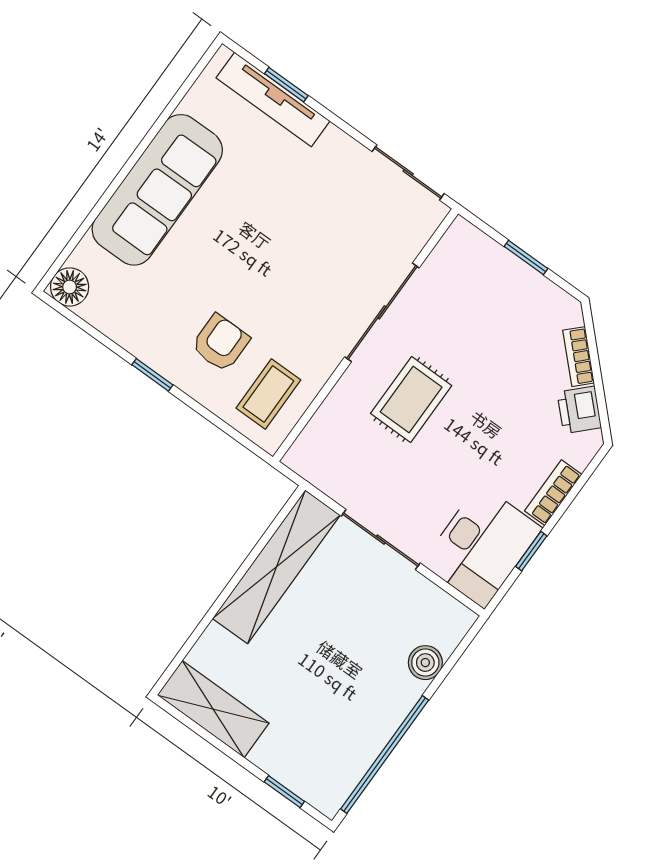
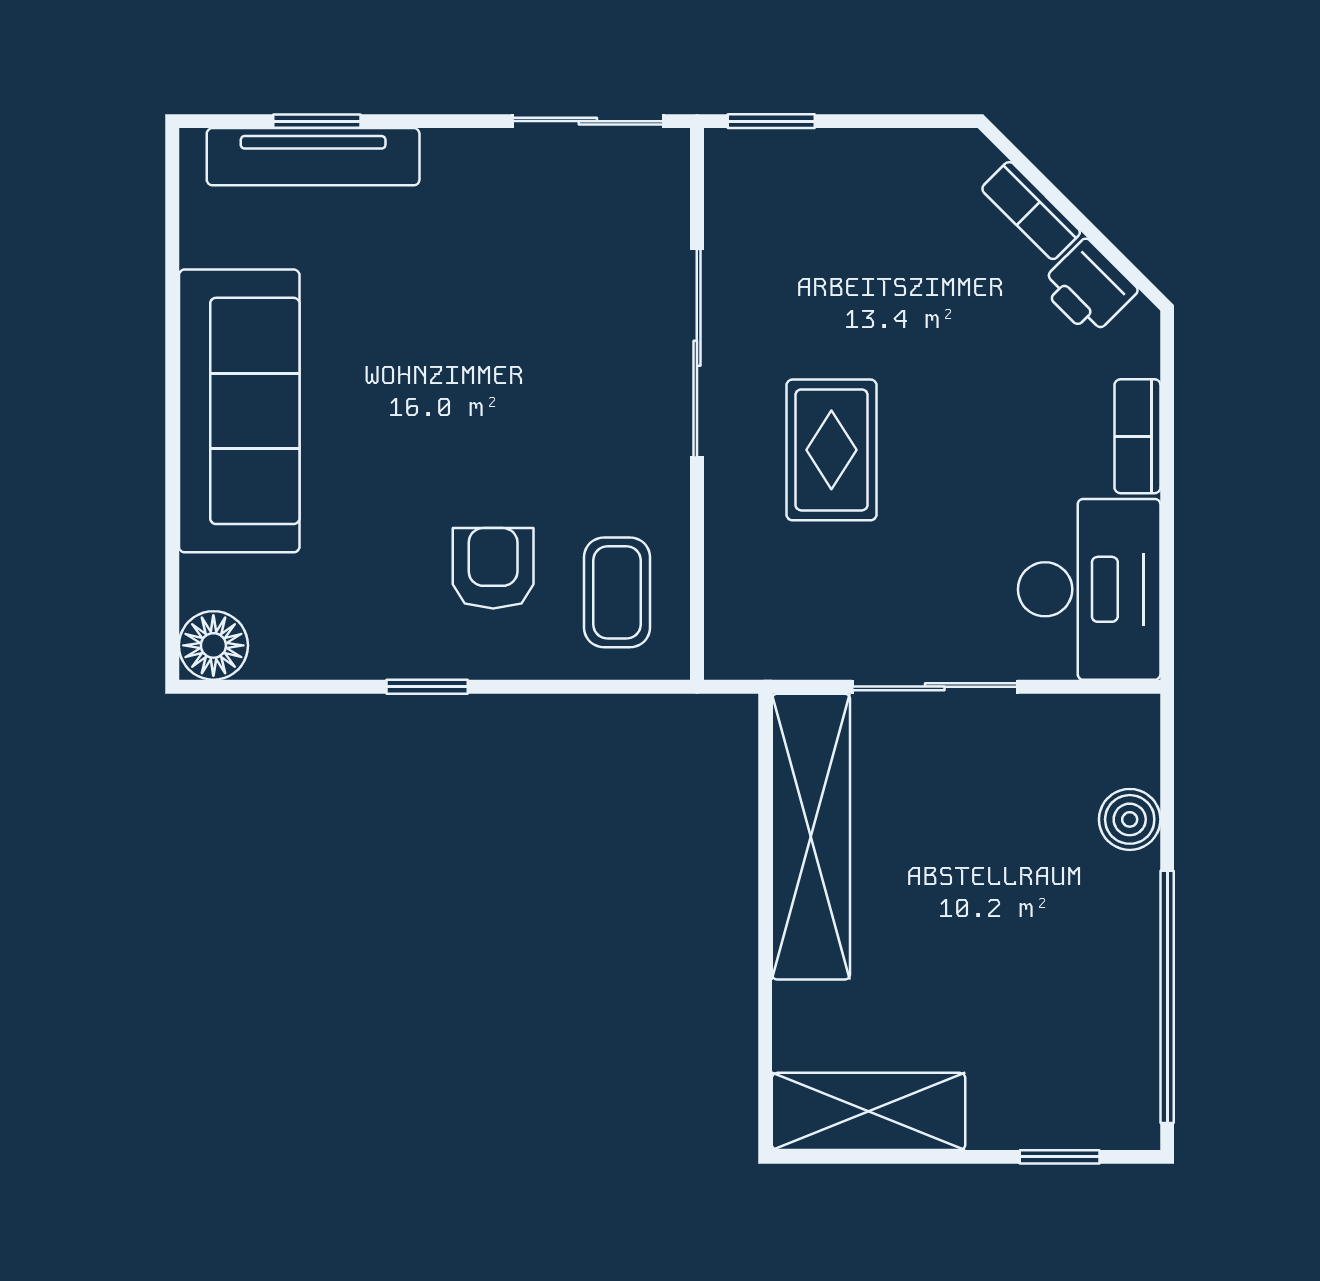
window: (526, 258) -> (771, 121), moved
window: (531, 551) -> (1167, 545), removed

